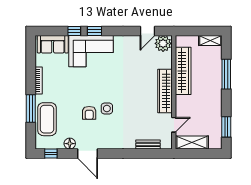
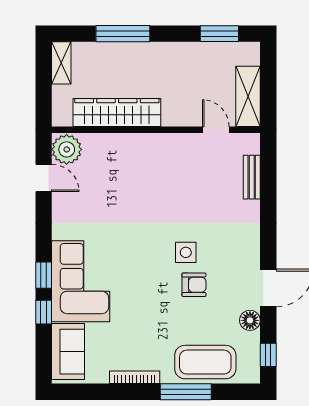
wardrobe: (165, 91) -> (154, 146), removed

